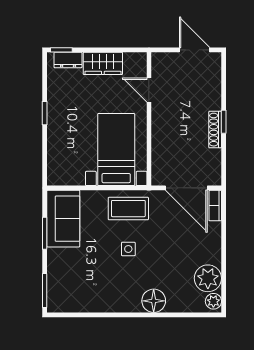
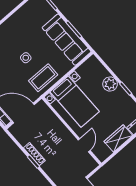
door: (149, 90) -> (84, 145), hinge flipped
plant: (58, 134) -> (110, 84), added
sofa: (63, 219) -> (67, 40), width x1.36

